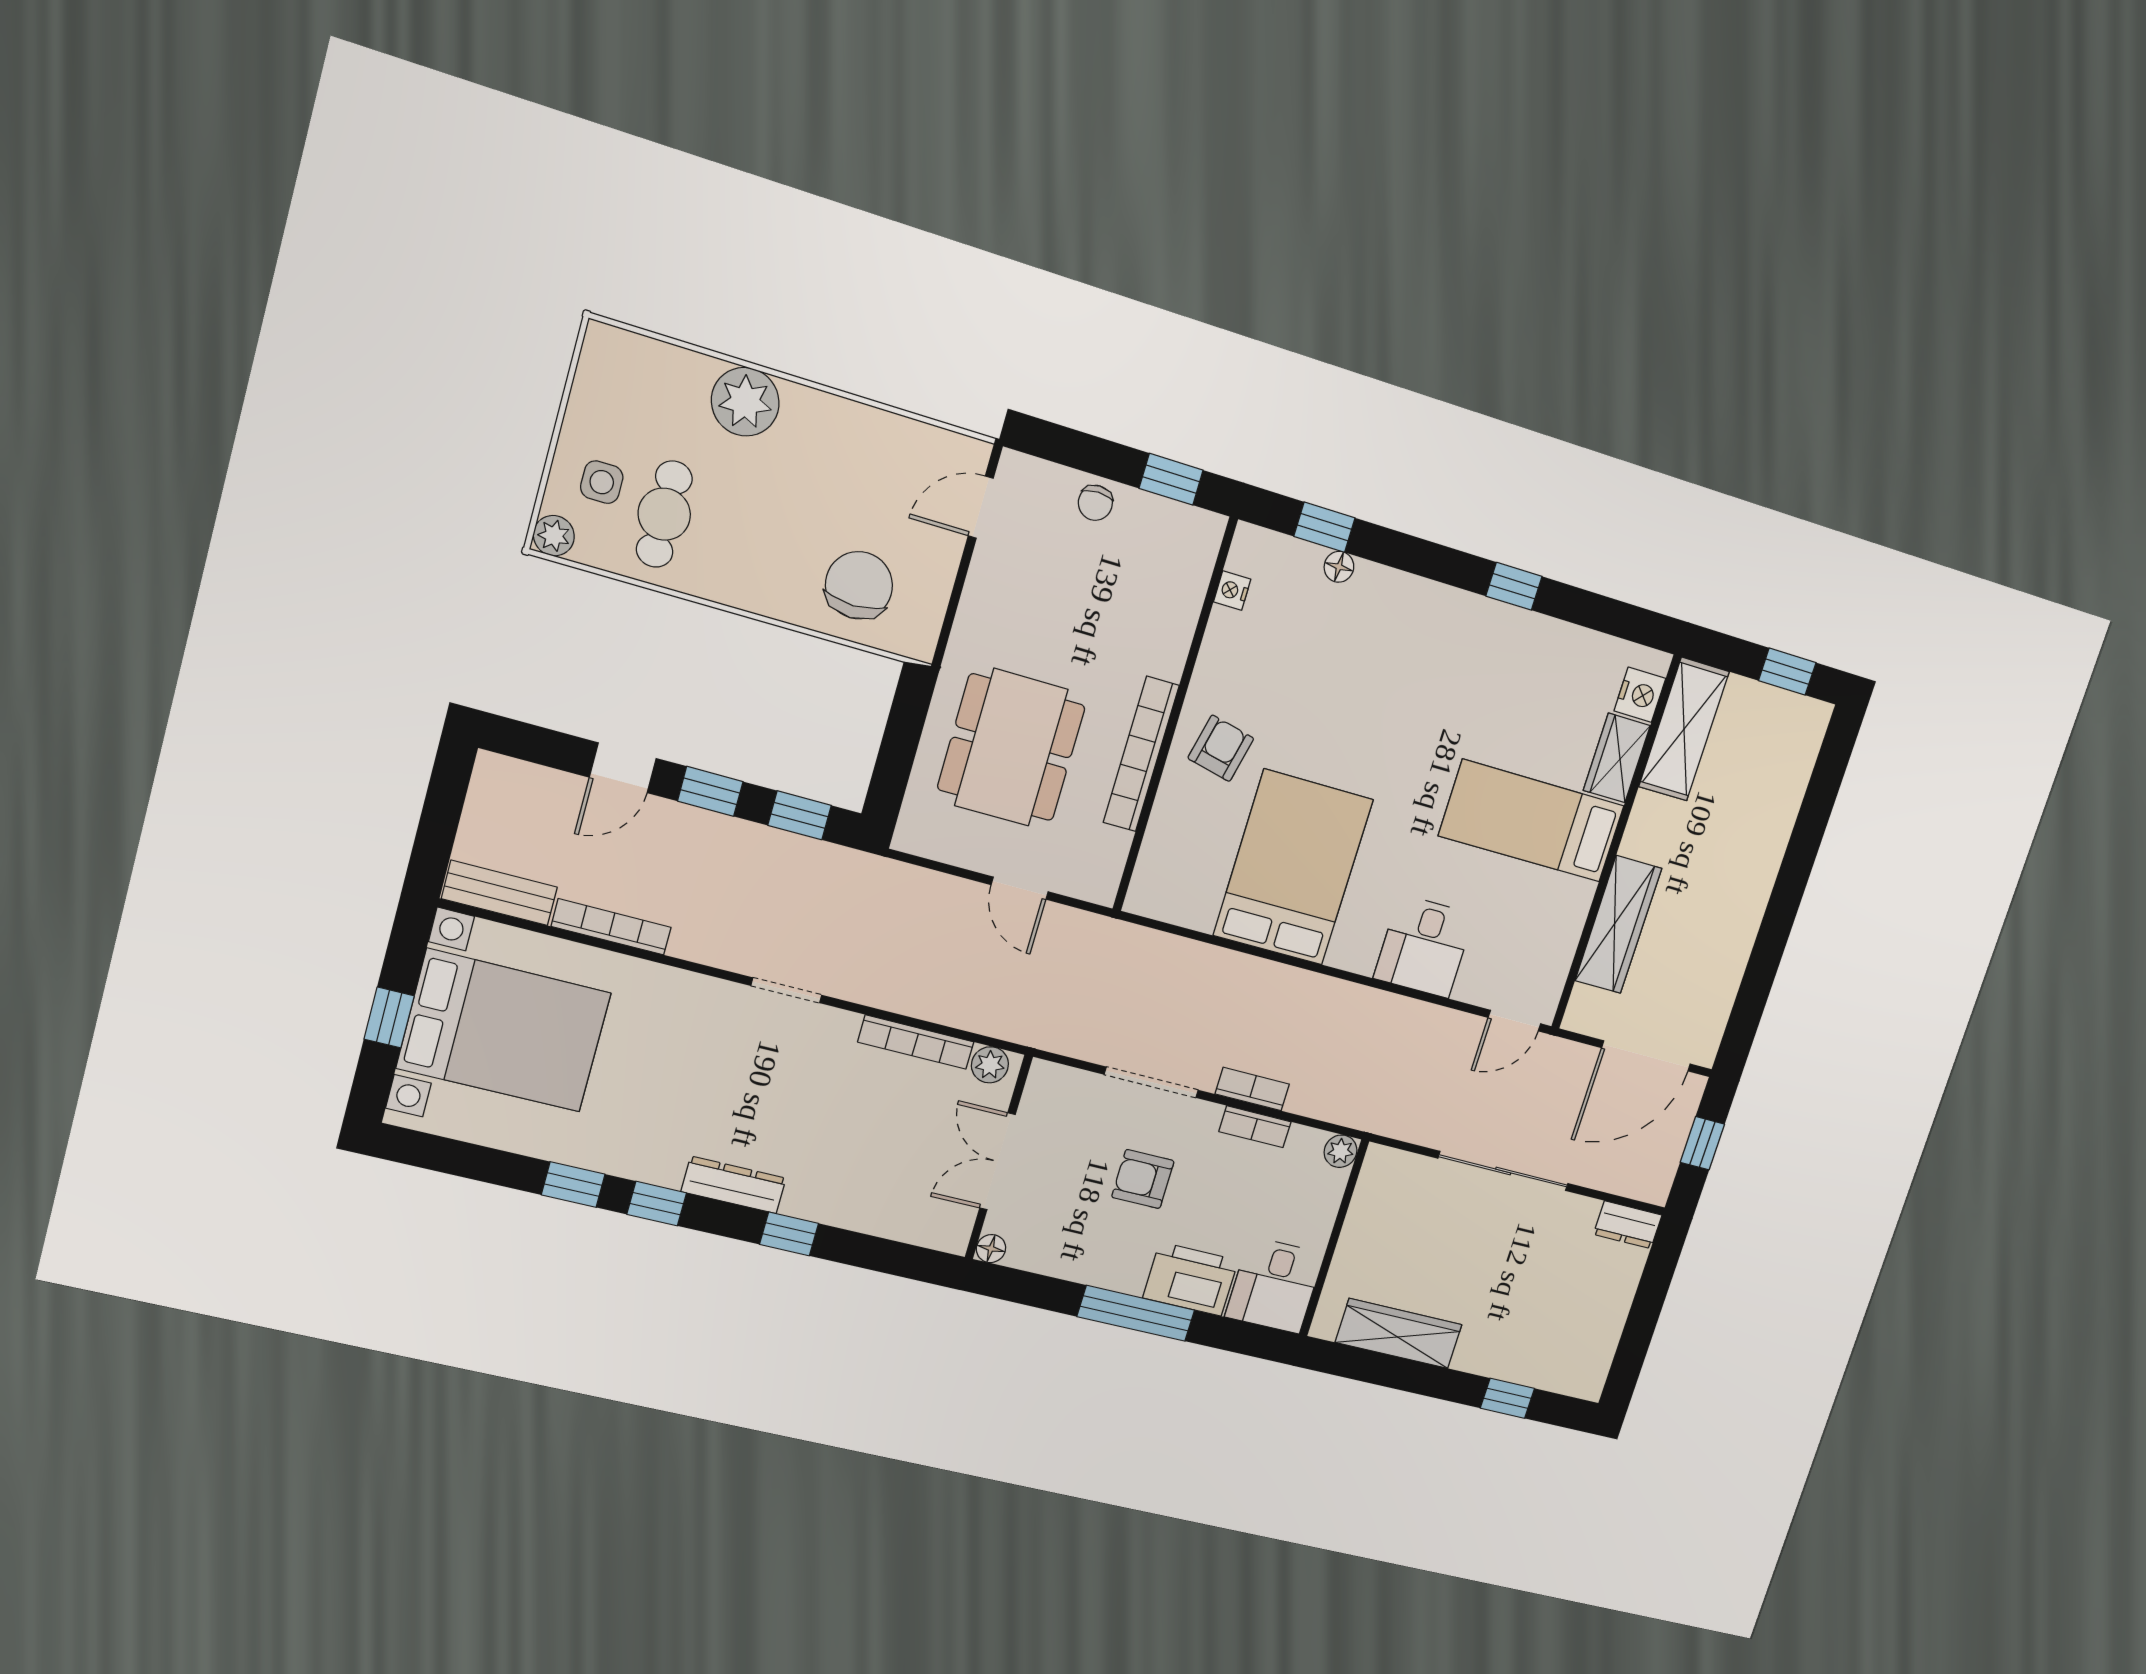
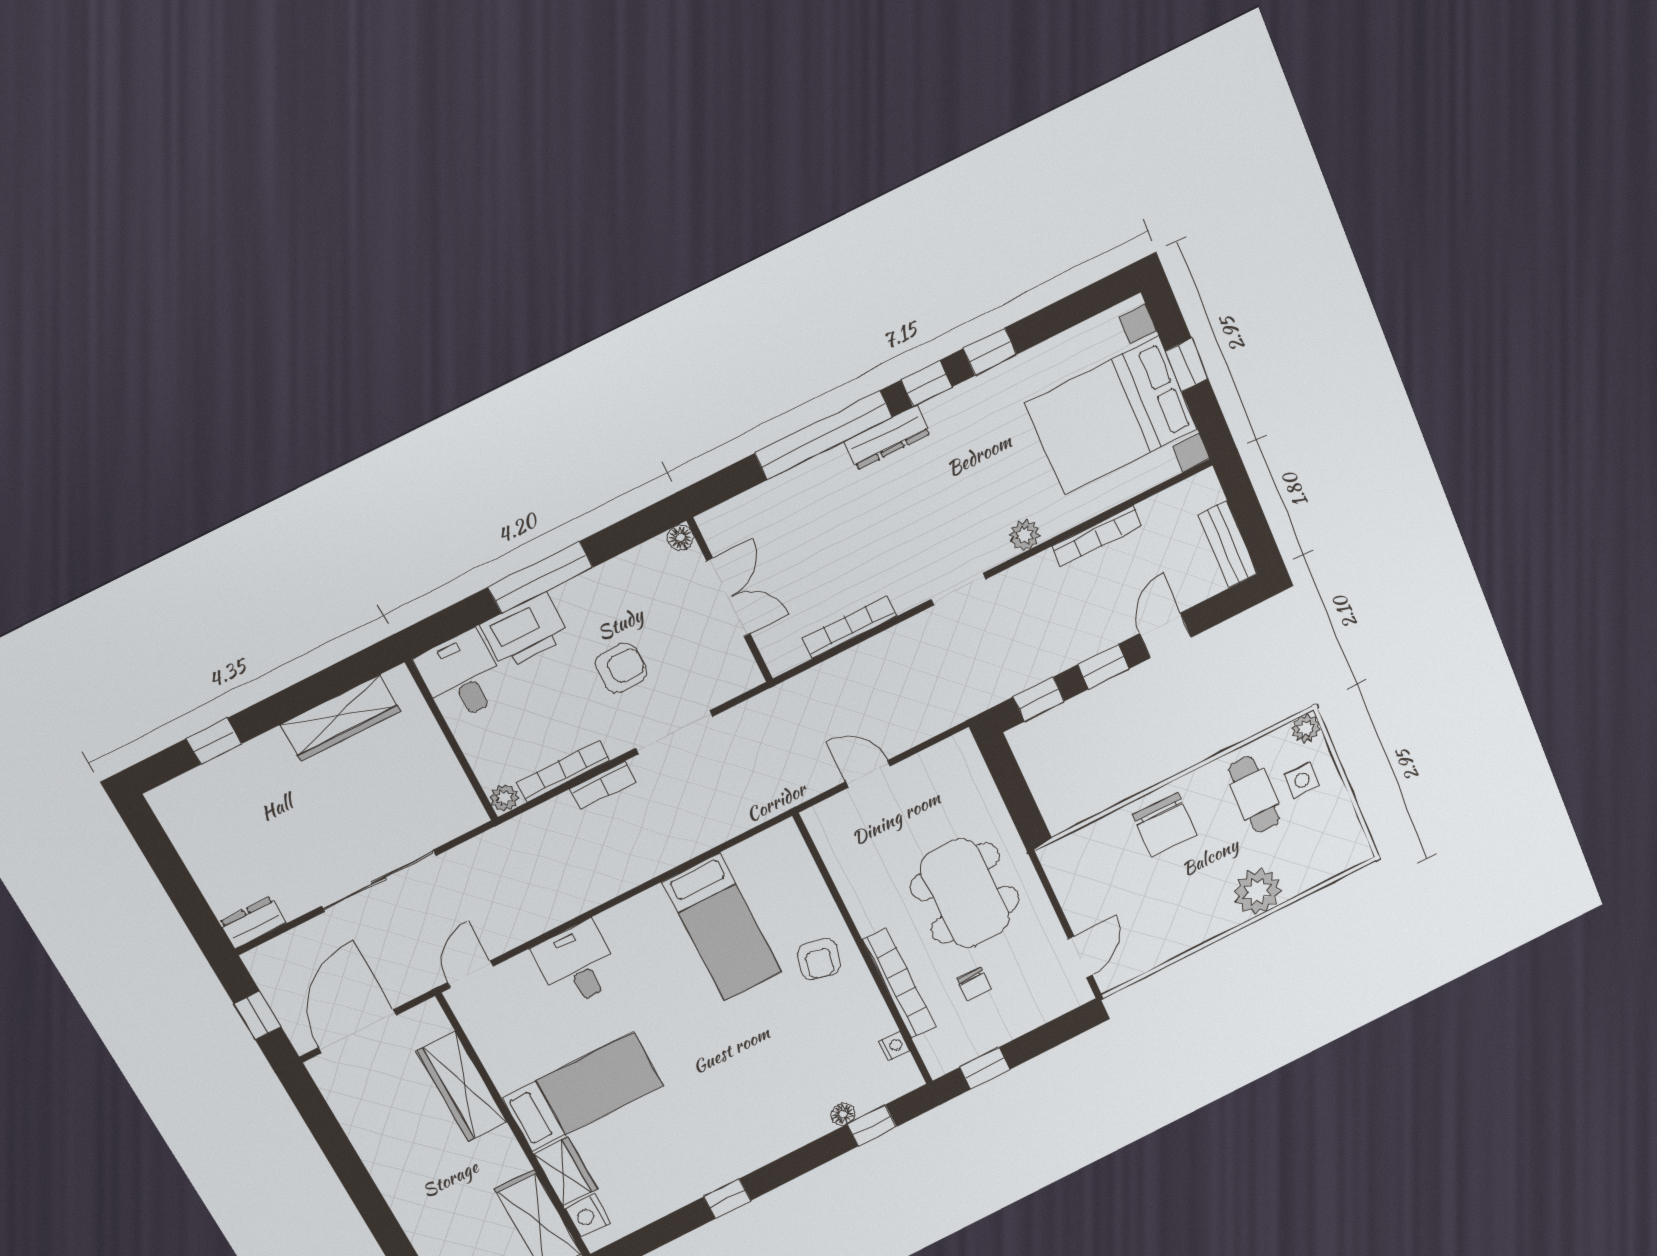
chair: (1095, 503) -> (974, 984), moved, turned 180
chair: (859, 585) -> (1165, 825), moved
dining table: (1011, 747) -> (965, 893), moved
bookcase: (1141, 754) -> (899, 984), moved
bed: (1293, 868) -> (722, 927), width x0.67
bench: (499, 893) -> (1228, 544), moved, turned 90
plant: (990, 1065) -> (1025, 535), moved
bookcase: (1255, 1127) -> (563, 771), width x1.56
window: (789, 1234) -> (824, 435), width x3.17

